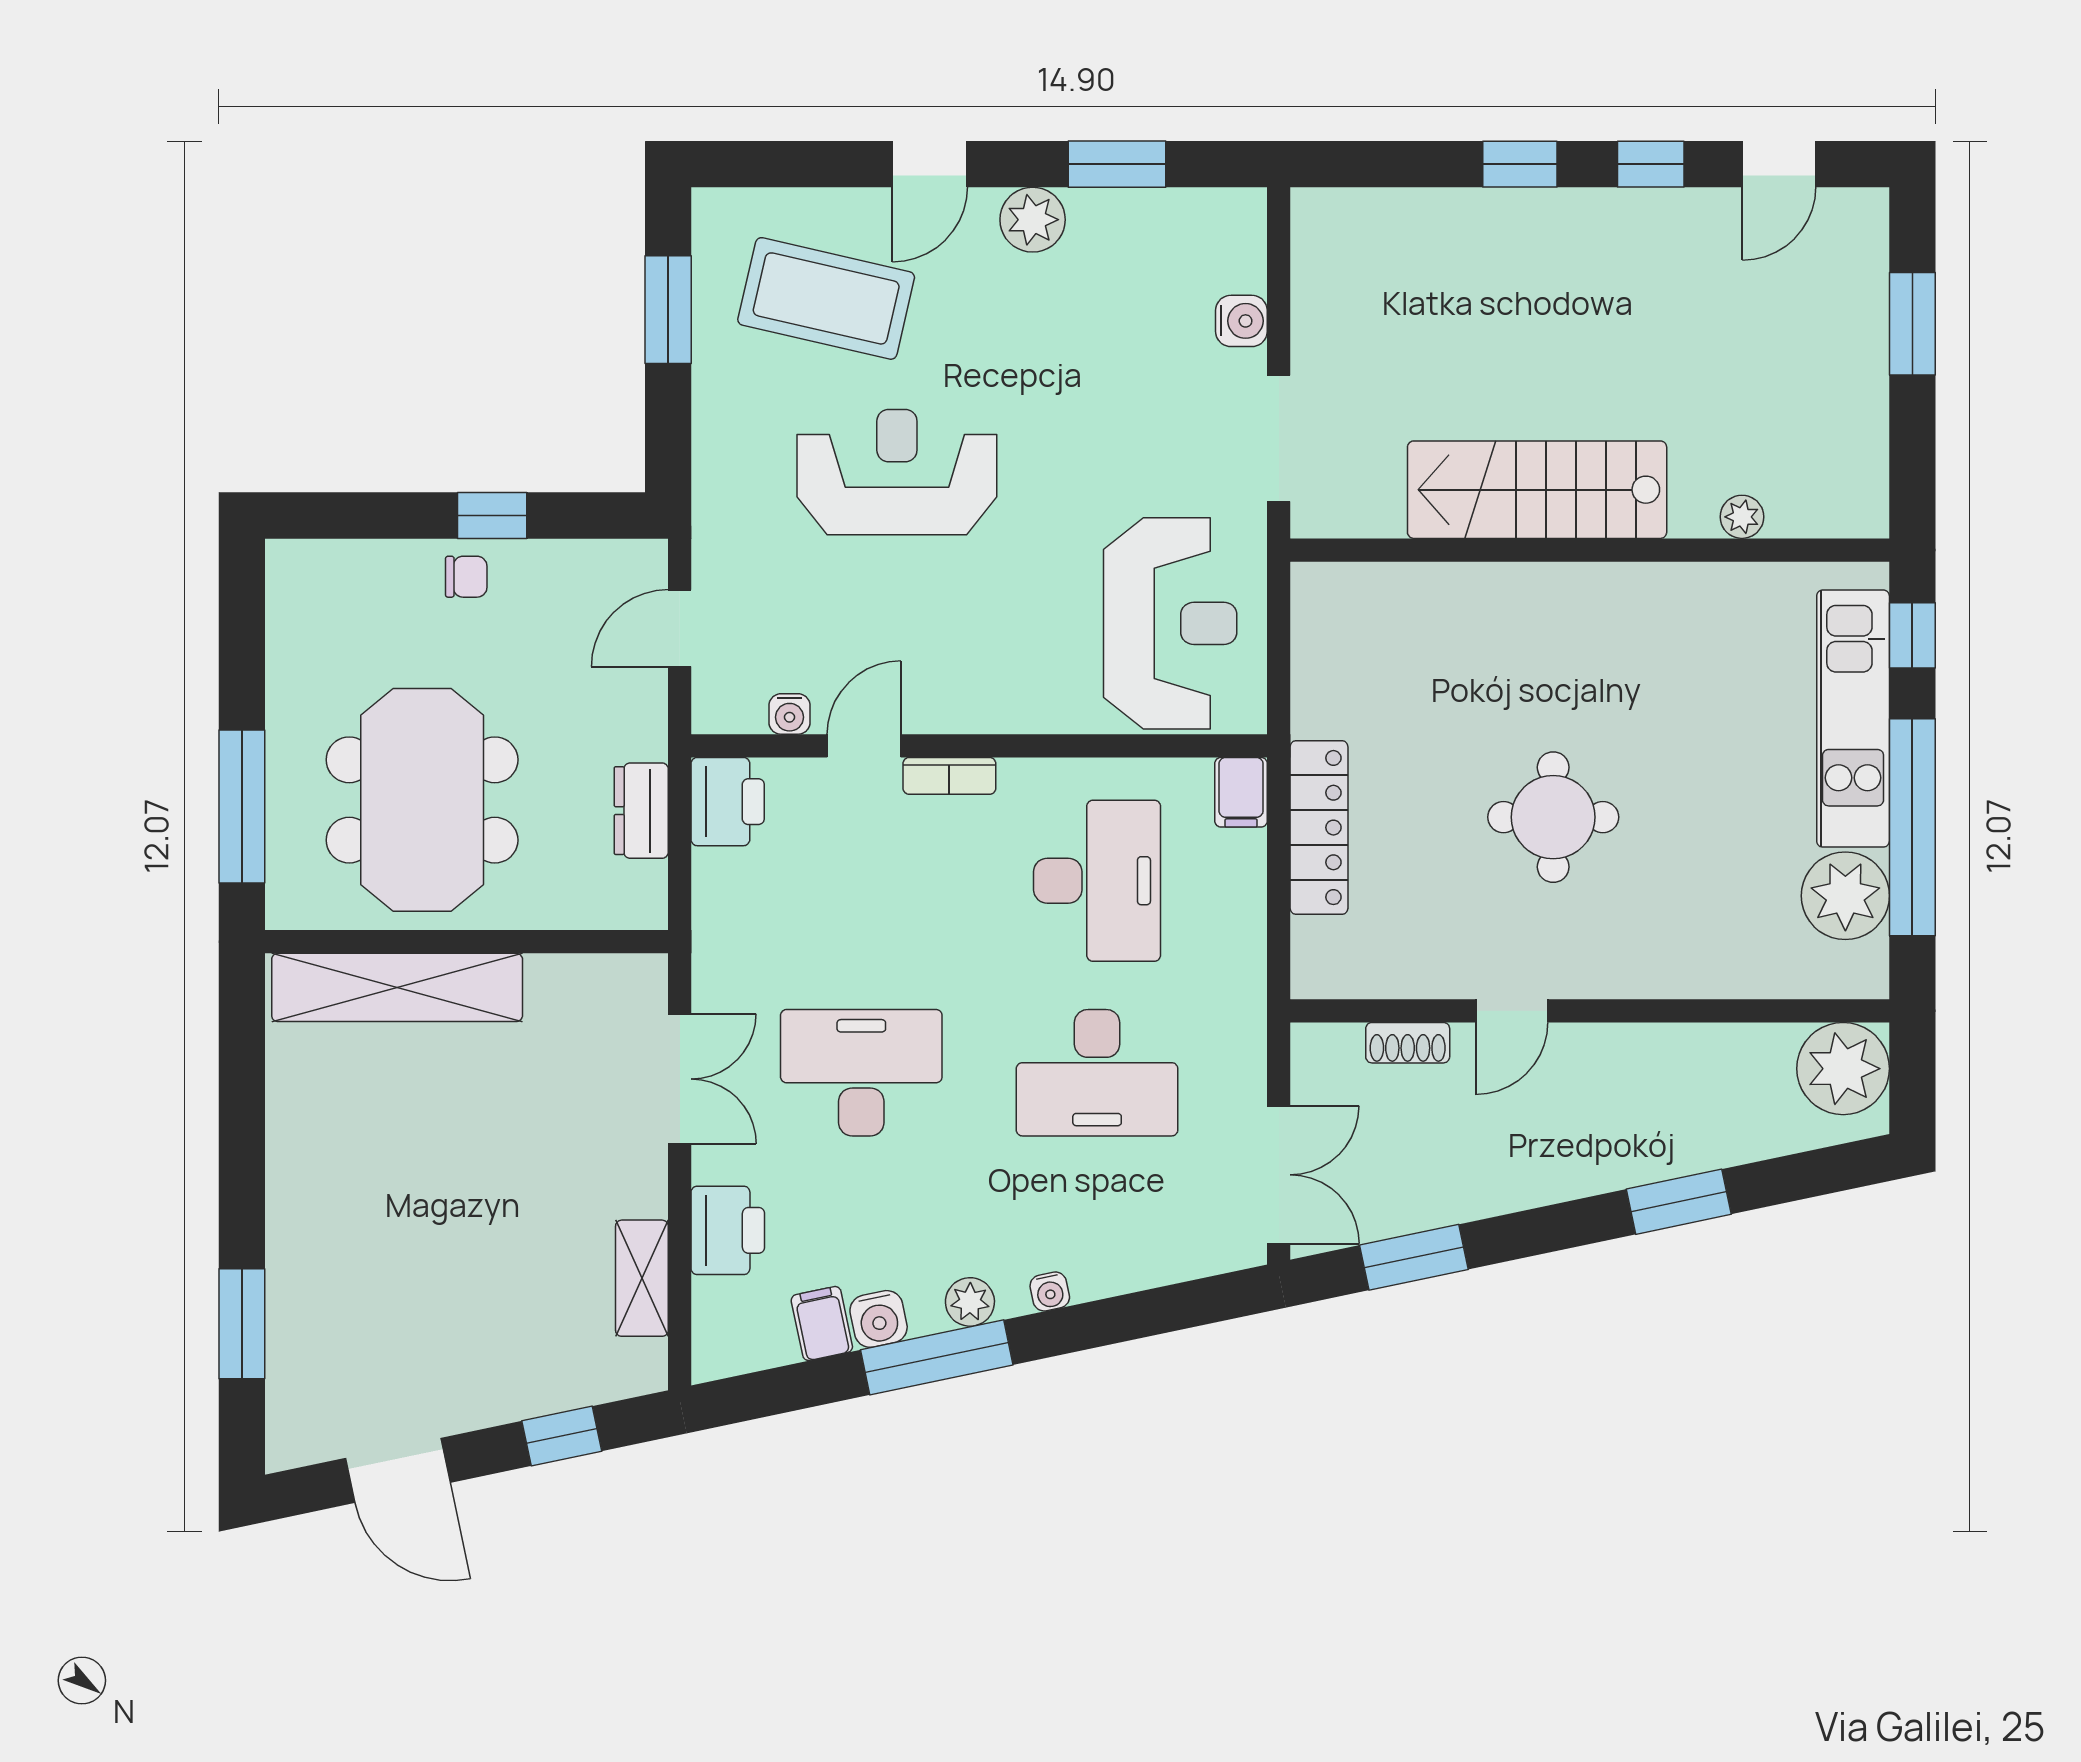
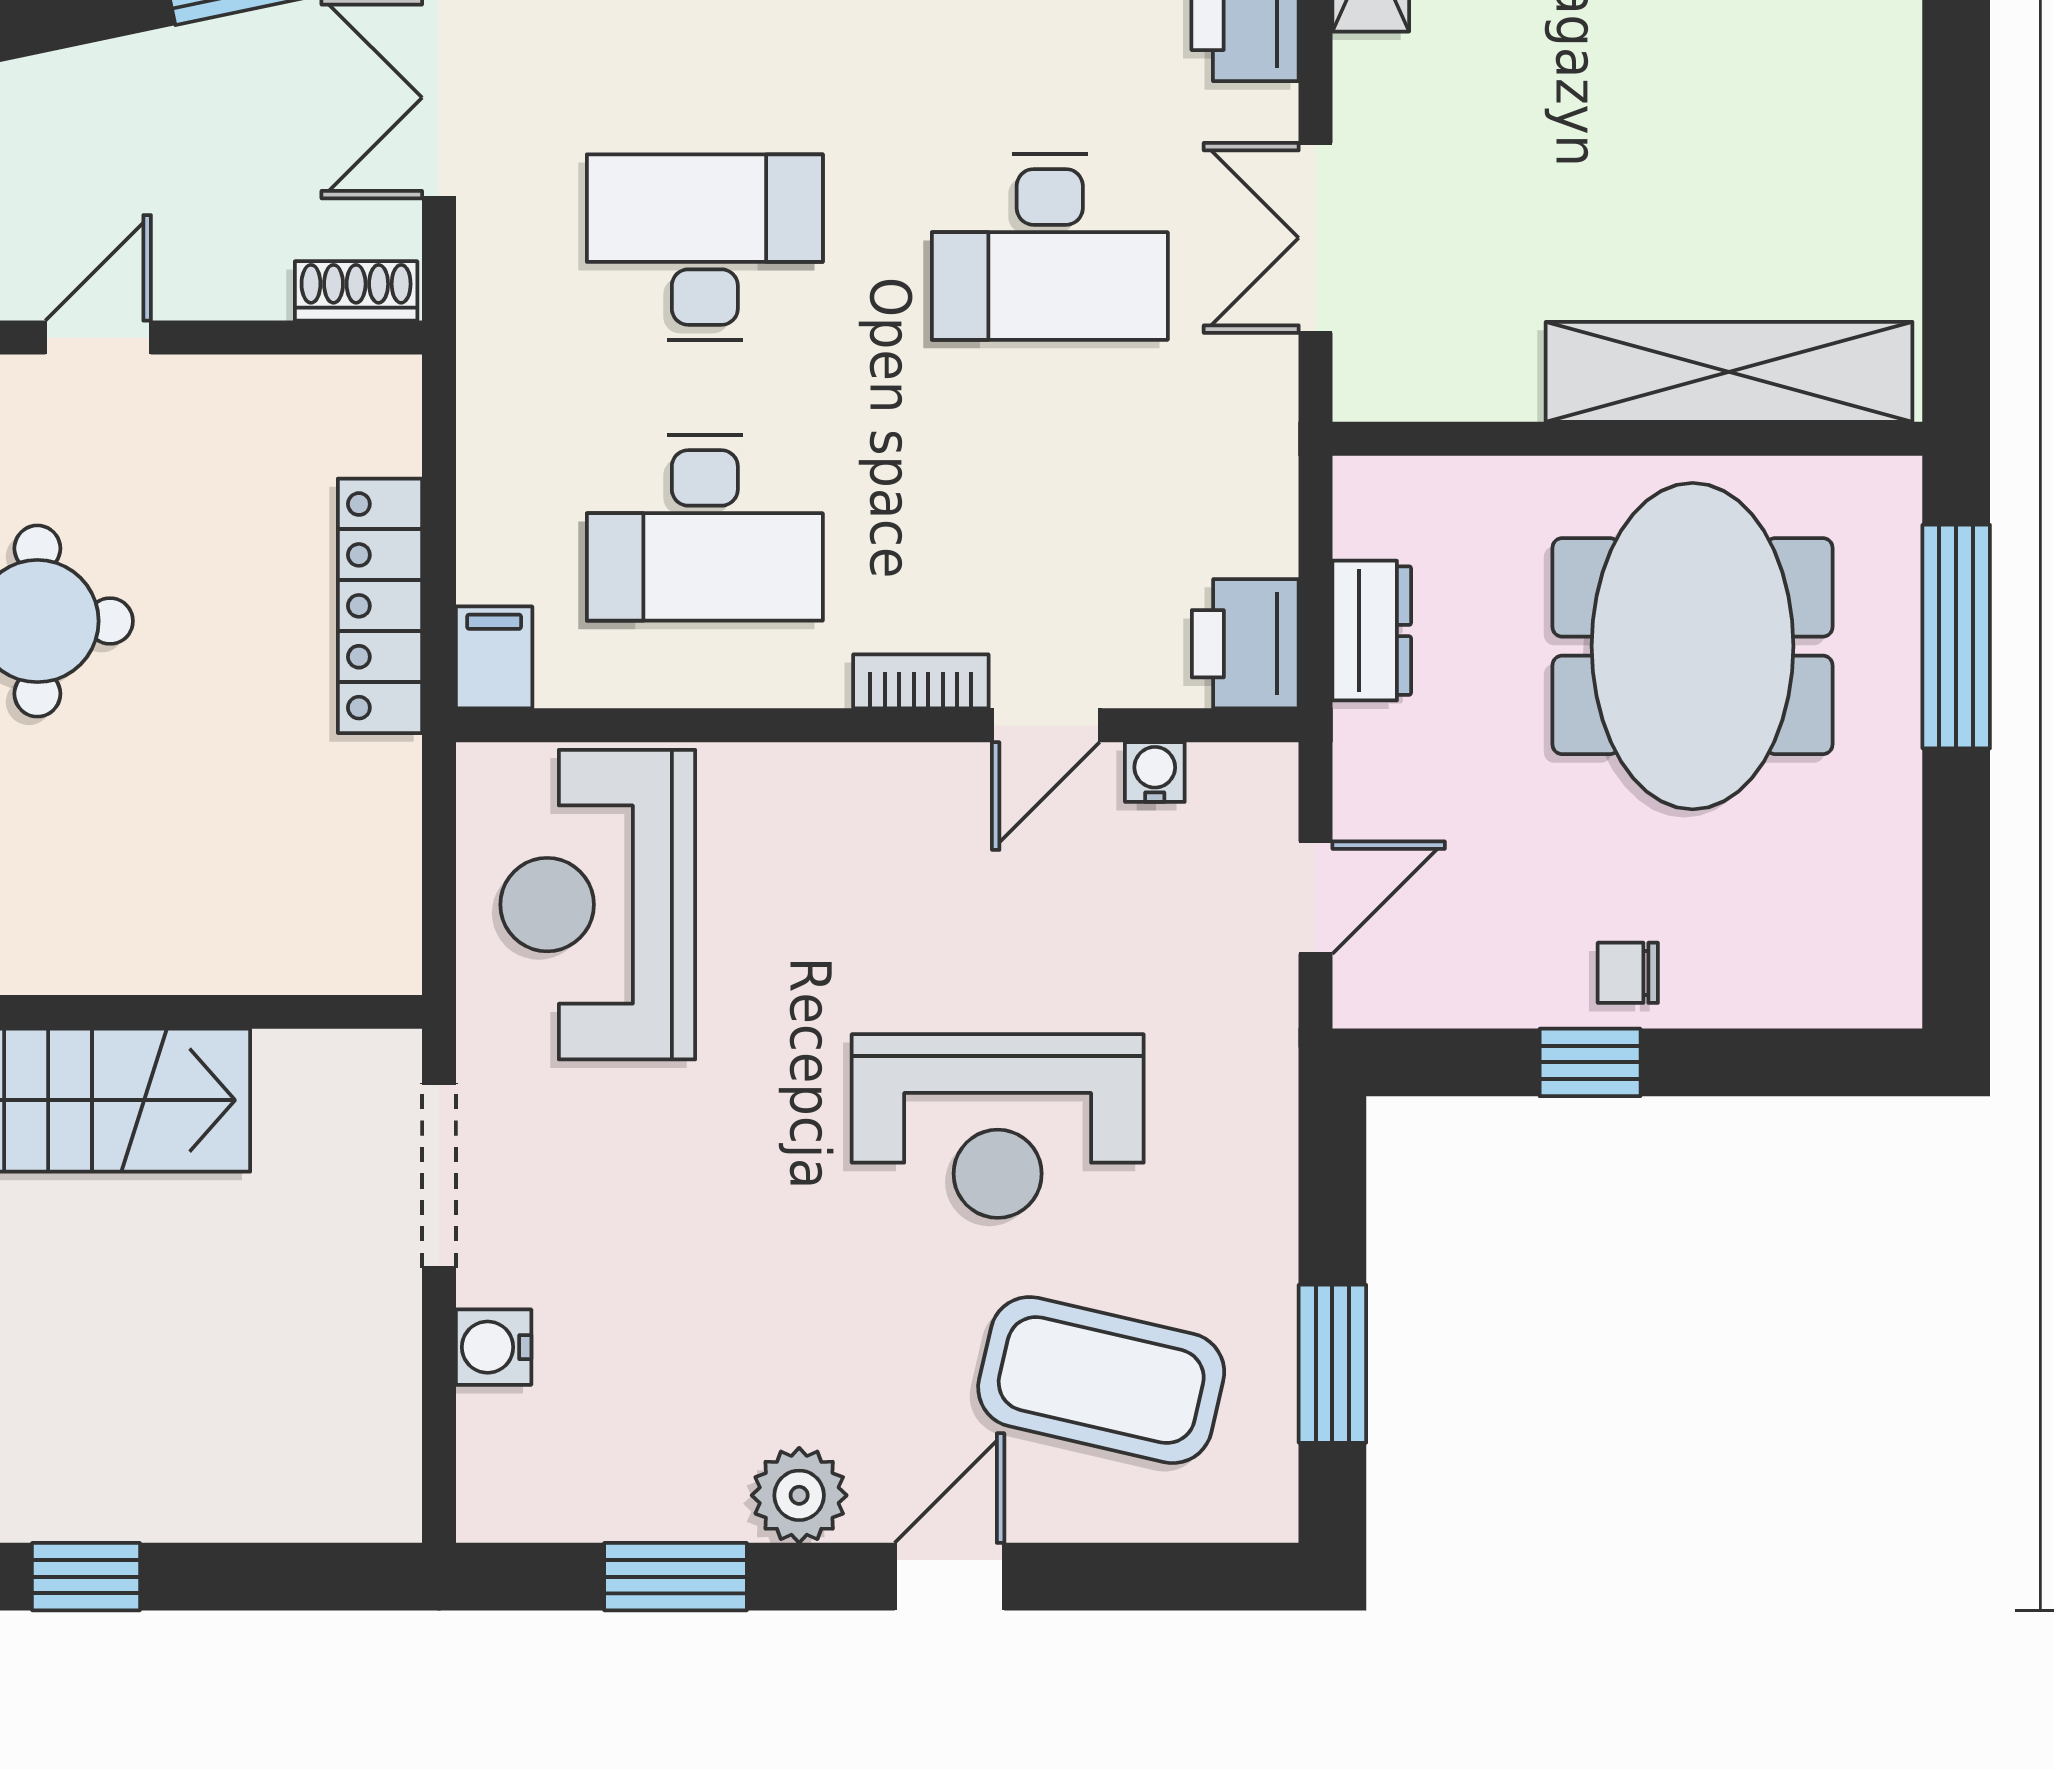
desk: (1097, 881) -> (705, 528), turned -90
shoe rack: (1408, 1043) -> (356, 291), moved

